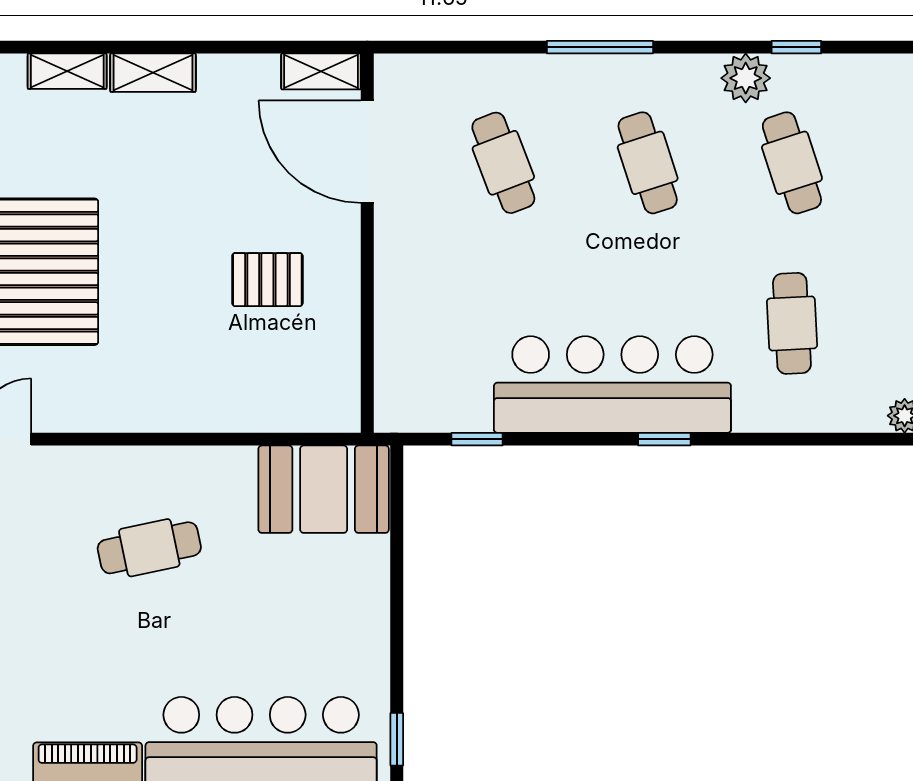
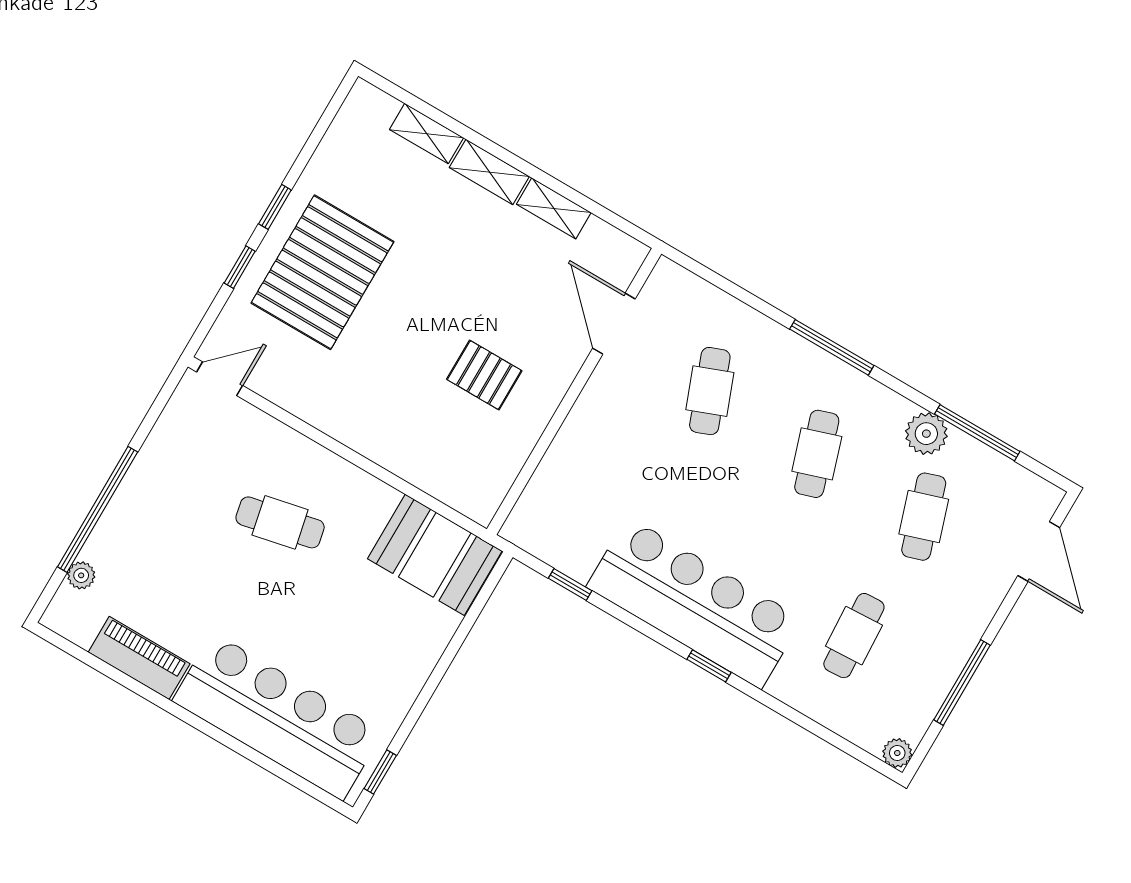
window: (796, 47) -> (977, 433), width x2.17
shelving: (321, 71) -> (554, 208), moved
door: (367, 152) -> (614, 324), width x0.73

